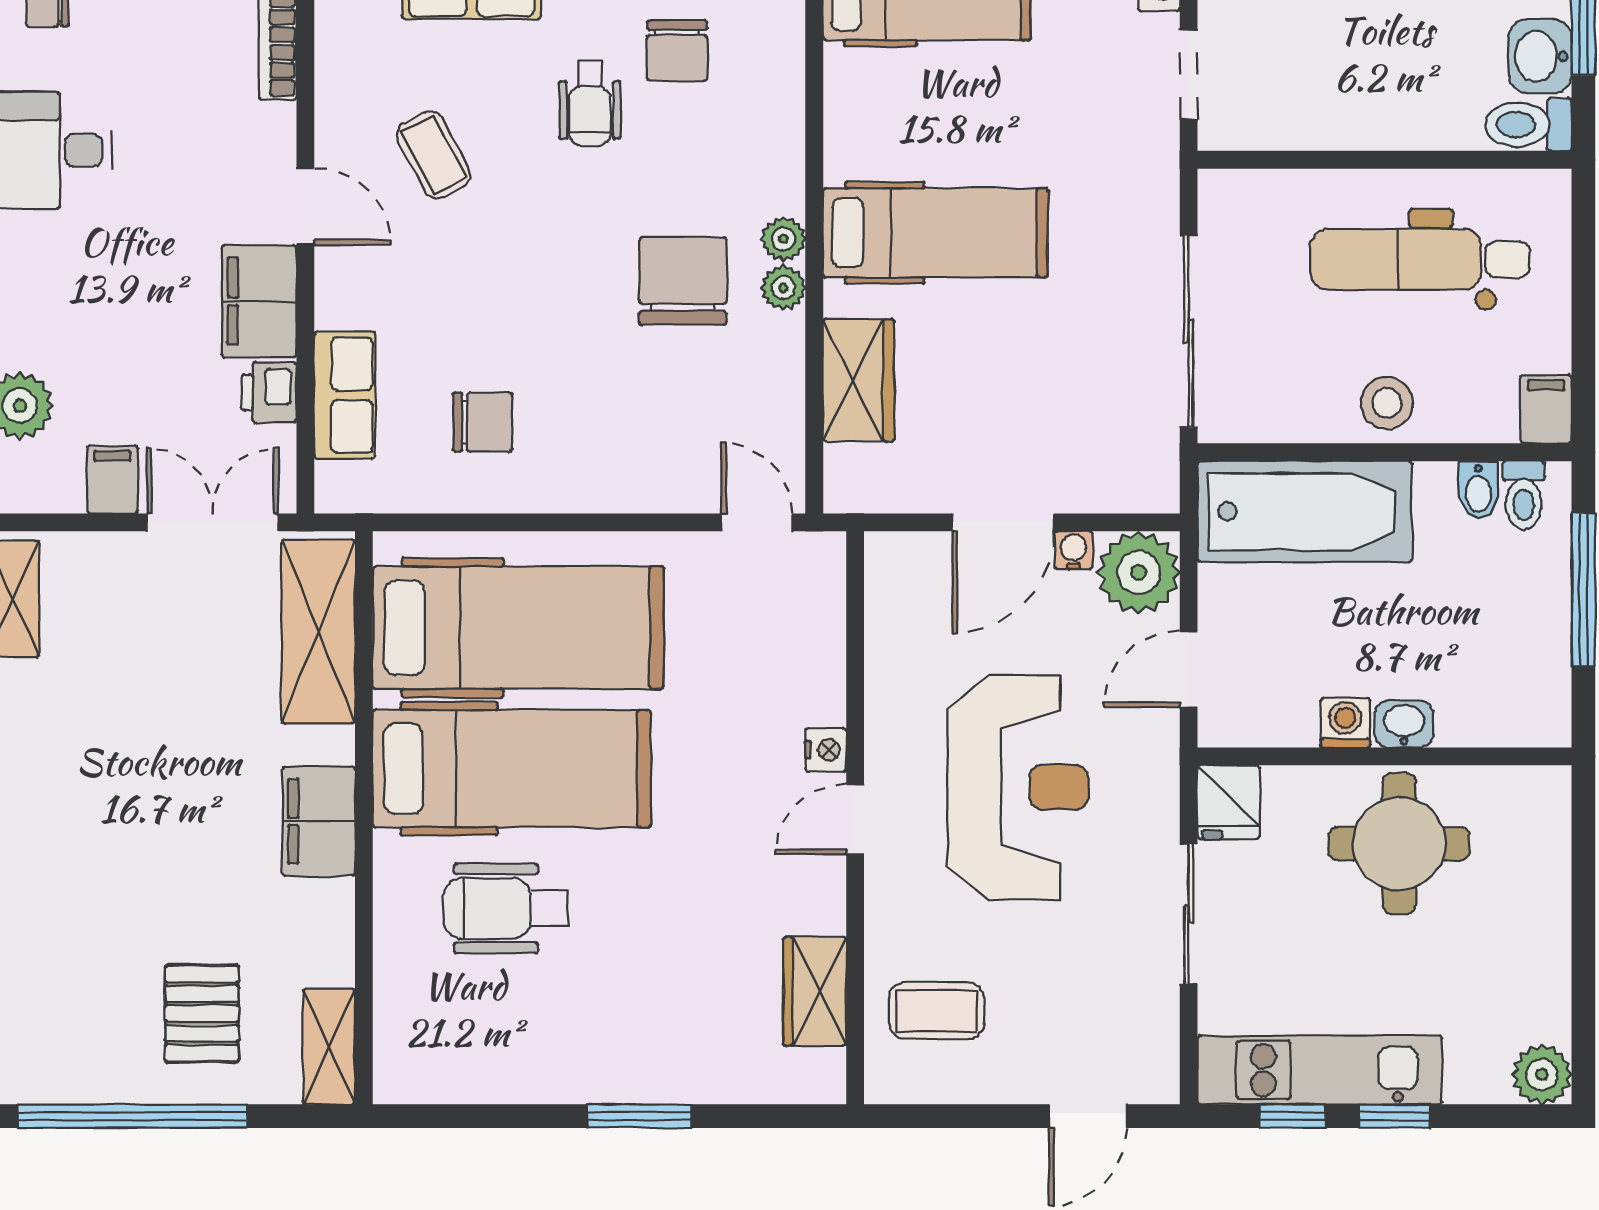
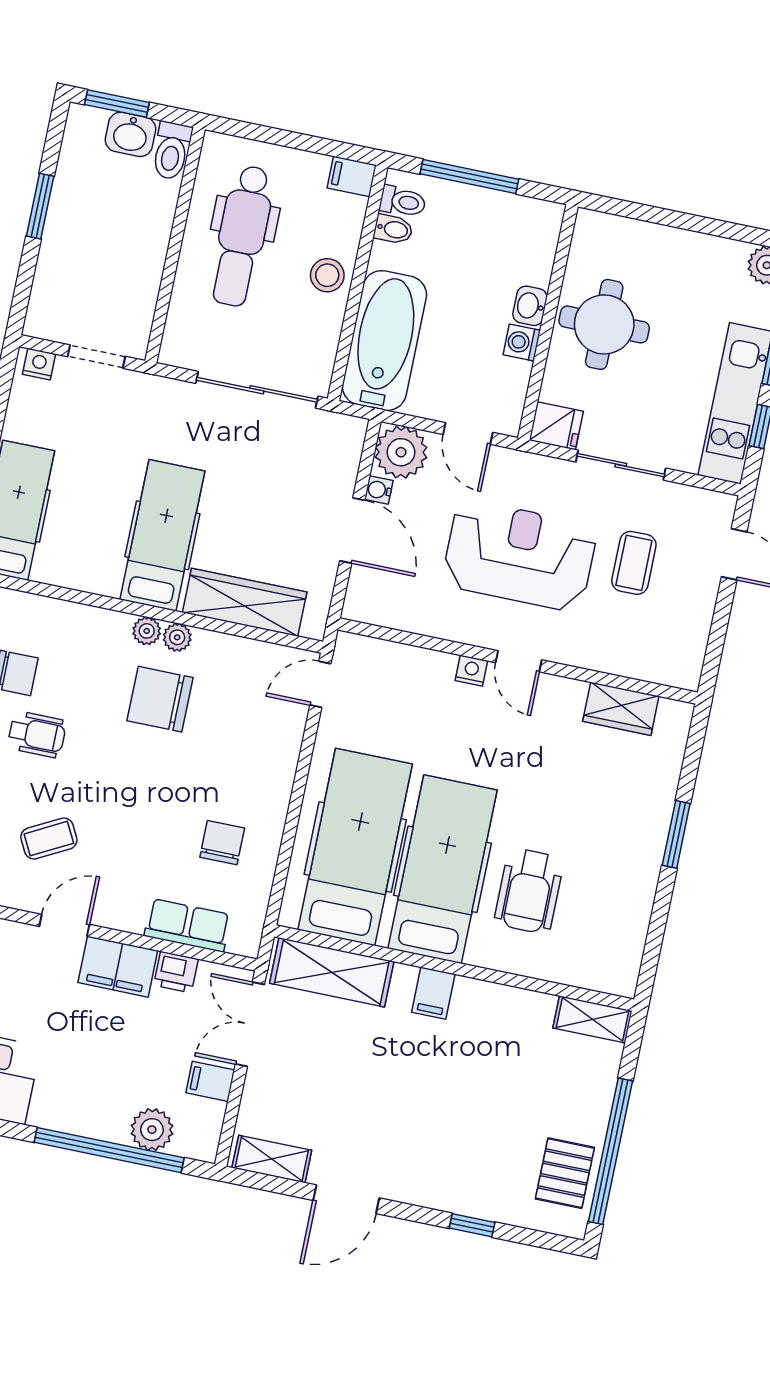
wardrobe: (859, 380) -> (245, 602), width x1.50
filing cabinet: (319, 821) -> (433, 993), width x0.50
coffee table: (937, 1011) -> (634, 563), moved
pallet: (202, 1014) -> (565, 1173), moved, turned 90

